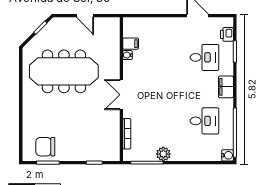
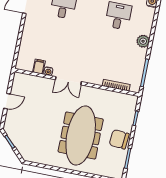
meeting table: (64, 71) -> (81, 135), moved
double door: (121, 95) -> (68, 81), moved
chair: (45, 147) -> (119, 139), moved, turned 95
plant: (163, 154) -> (143, 41), moved

